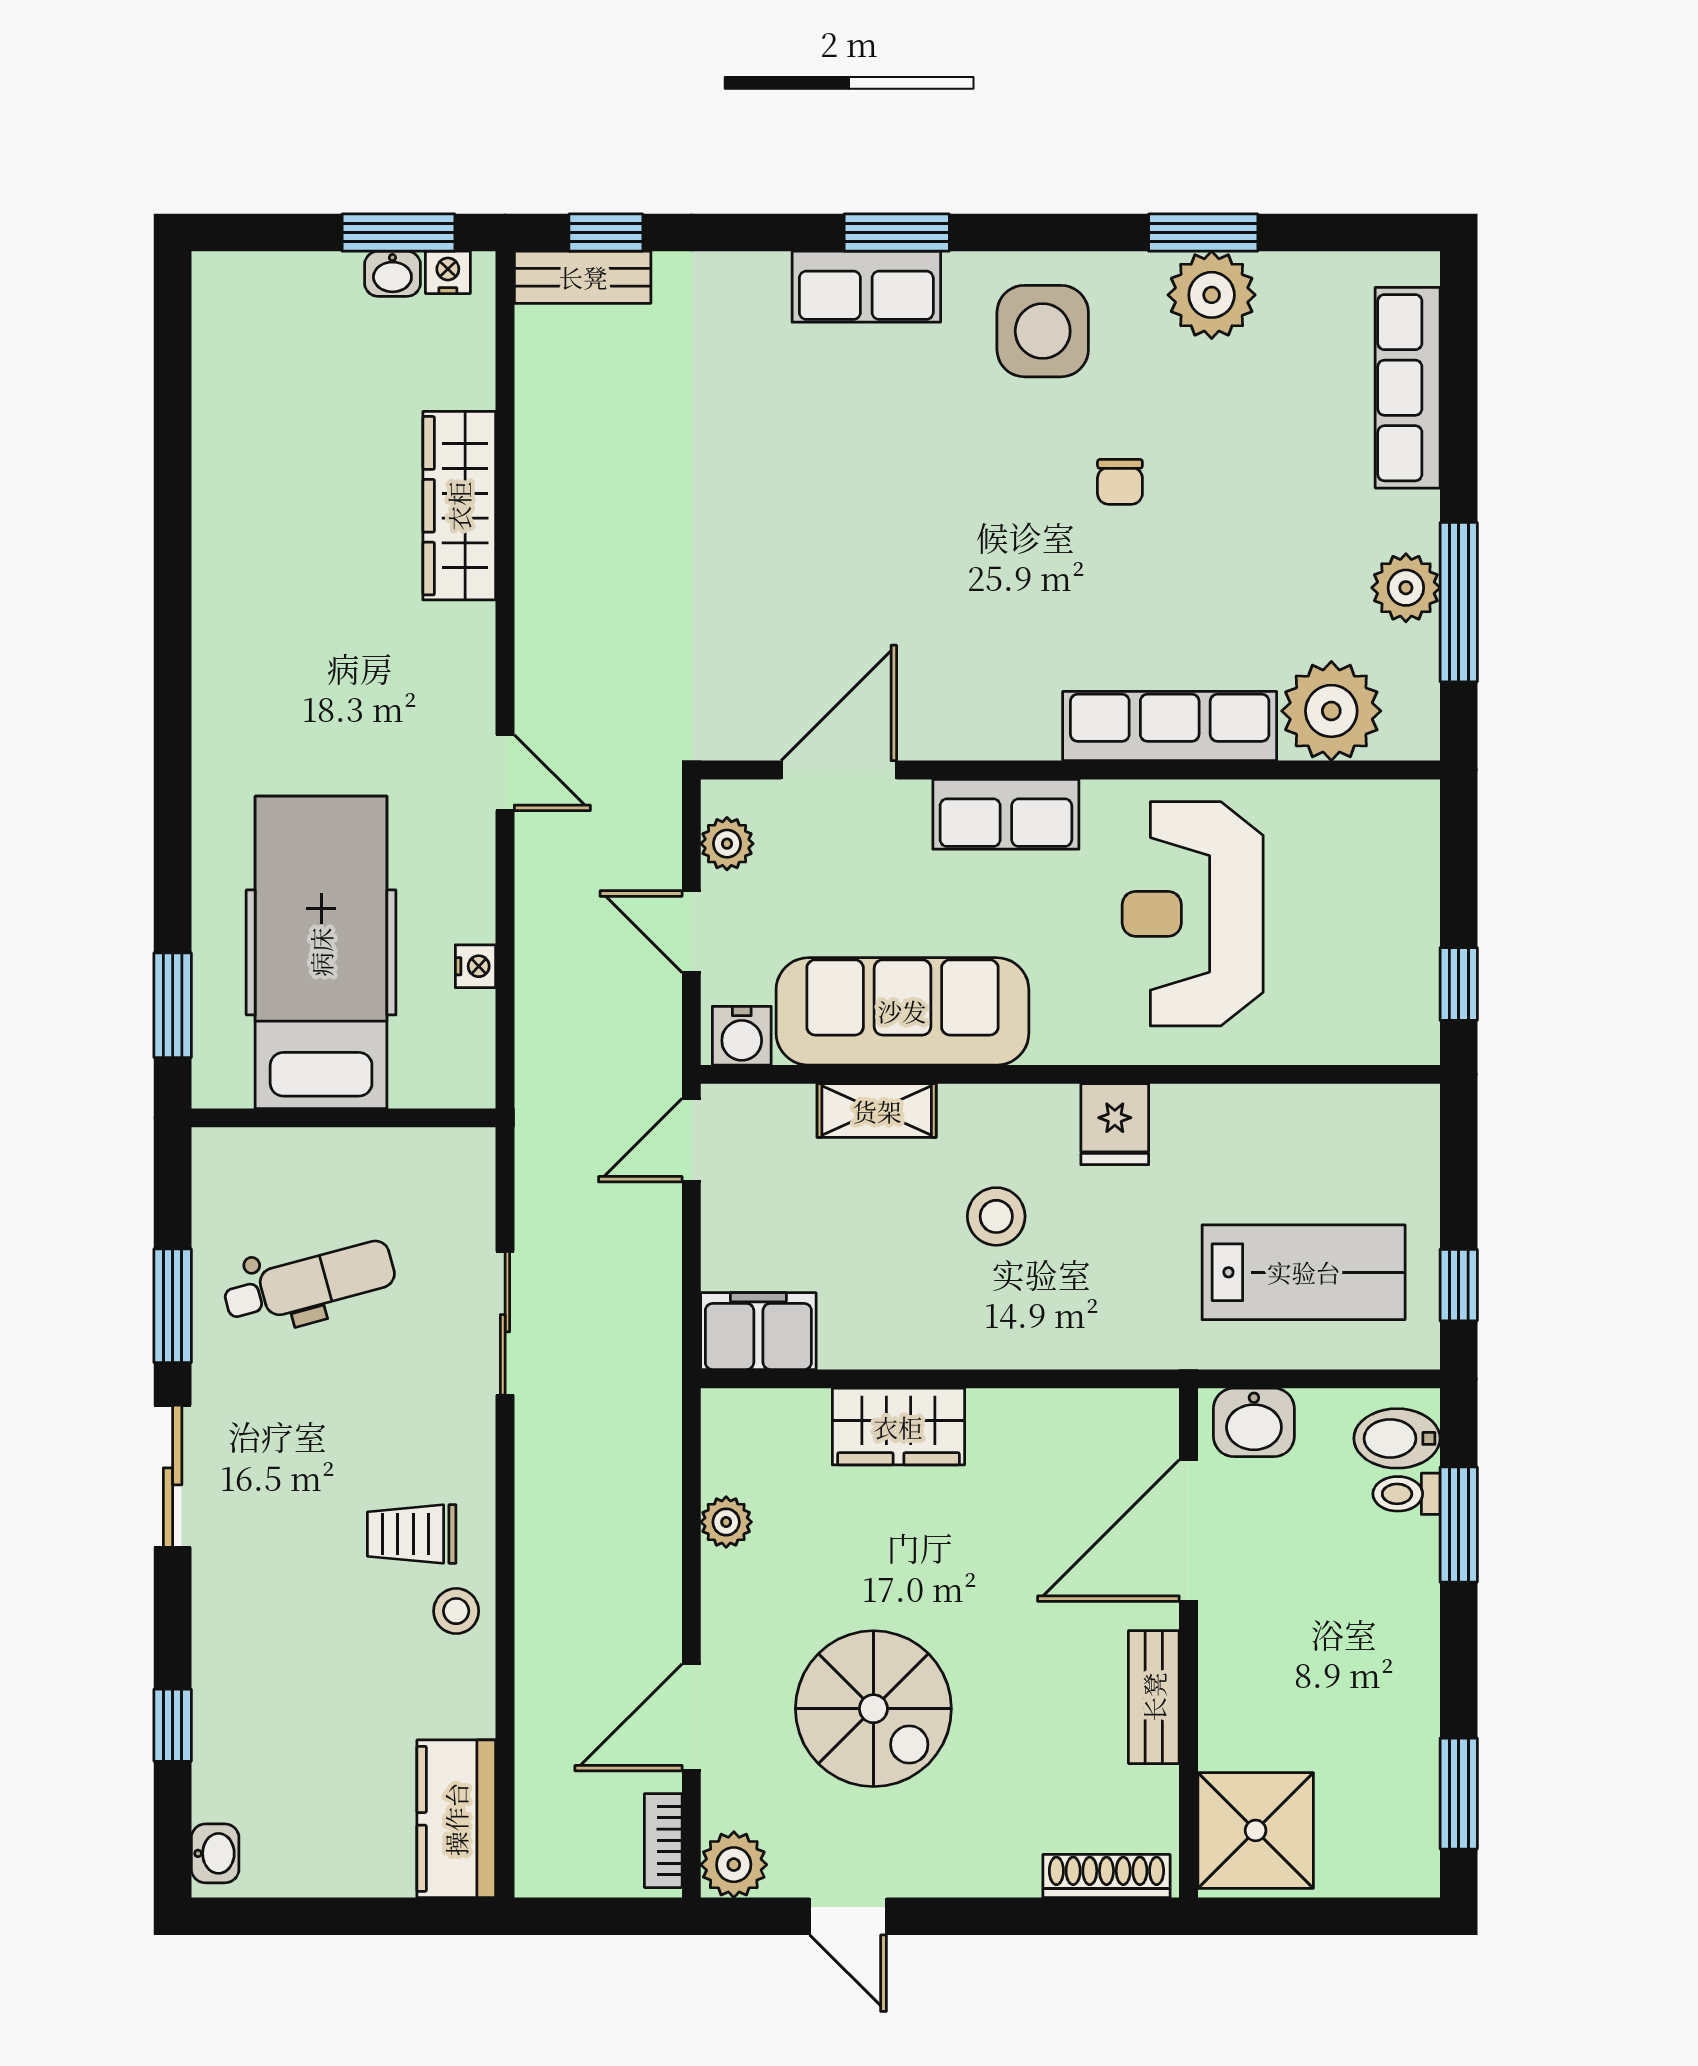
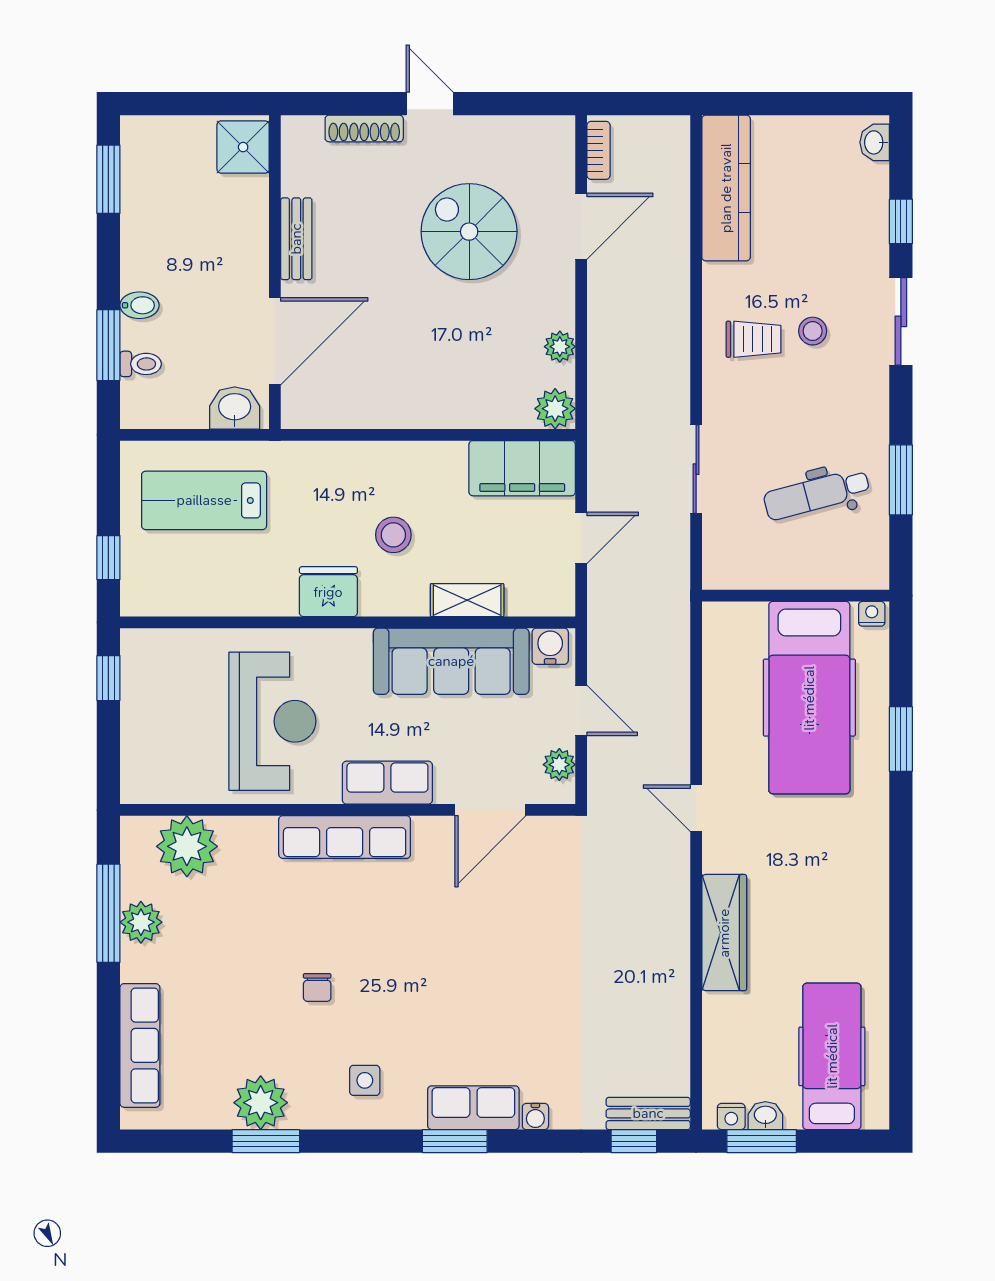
water cooler: (766, 273) -> (535, 1116), added
side table: (1043, 331) -> (365, 1080), width x0.54, depth x0.54
hospital bed: (285, 370) -> (832, 1056), added
chair: (1120, 482) -> (317, 987), turned 180
wardrobe: (459, 506) -> (724, 933), moved
row of seats: (1170, 726) -> (345, 837), moved
nightstand: (475, 966) -> (872, 614), moved, turned 90
window: (173, 1005) -> (901, 739), moved
fridge: (1115, 1124) -> (328, 592), width x1.38
door: (691, 1140) -> (581, 538), moved
window: (1459, 1285) -> (108, 558), moved
filing cabinet: (758, 1331) -> (522, 468), width x1.50, depth x1.17
wardrobe: (898, 1427) -> (454, 405), removed
bidet: (1397, 1438) -> (139, 305), moved, width x0.72, depth x0.74
sliding door: (173, 1476) -> (901, 321), moved
stool: (456, 1611) -> (813, 331), moved
kitchen counter: (456, 1819) -> (726, 188), width x1.50
shower: (1256, 1830) -> (243, 147), width x0.73, depth x0.73
plant: (734, 1865) -> (555, 409), moved
shoe rack: (1106, 1876) -> (364, 128), moved
door: (848, 1916) -> (430, 104), moved

